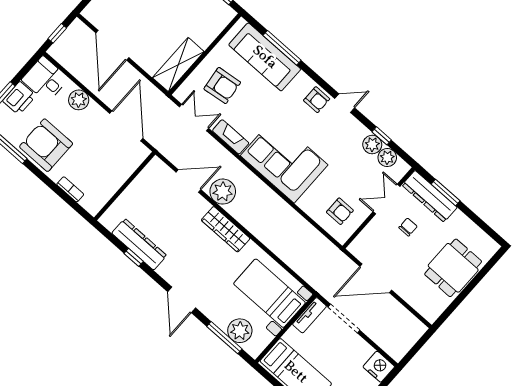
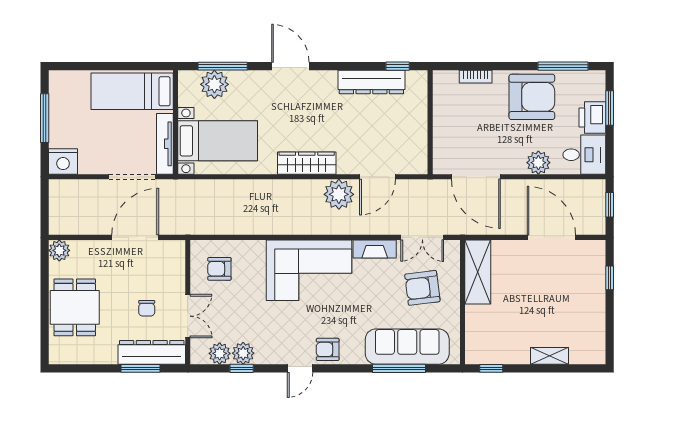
window: (134, 257) -> (398, 66), moved
plant: (431, 312) -> (59, 250), added
tv unit: (309, 315) -> (165, 144), width x1.41

